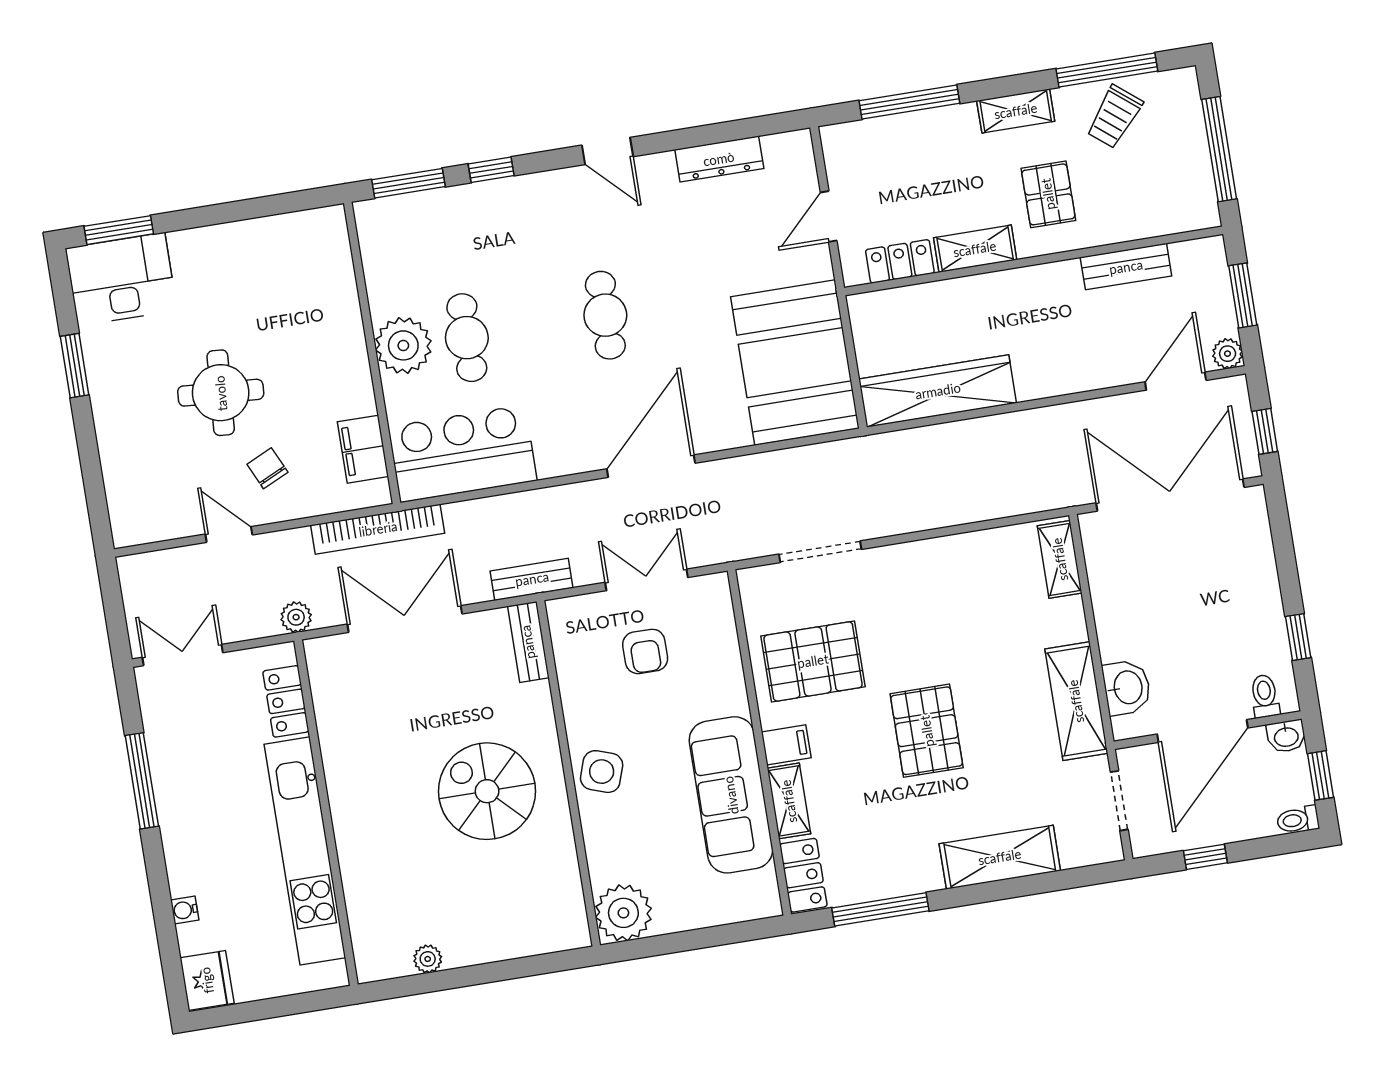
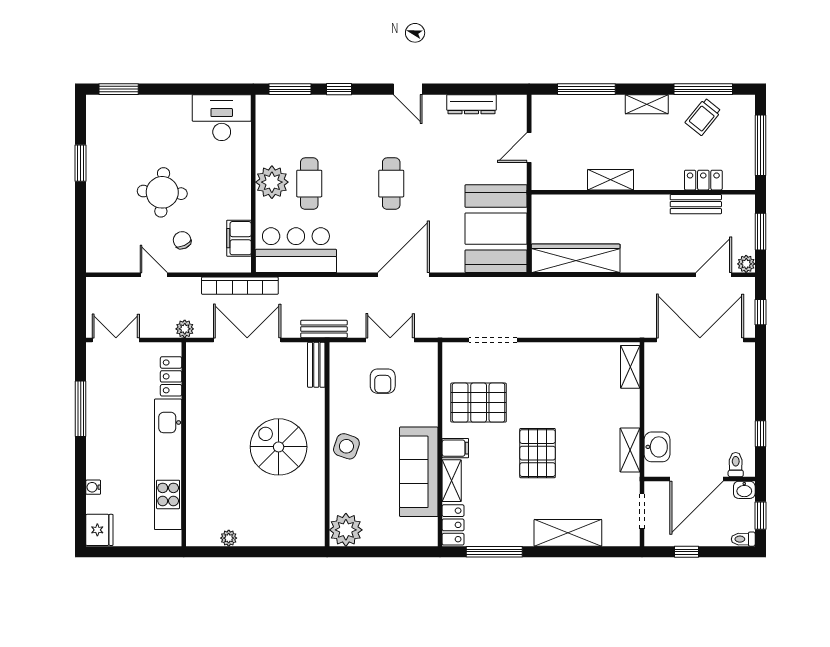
pallet: (1048, 194) -> (658, 155), removed
locker: (900, 261) -> (703, 180), moved
desk: (121, 279) -> (222, 118), moved
shelving: (1076, 701) -> (630, 450), width x0.67, depth x0.75

